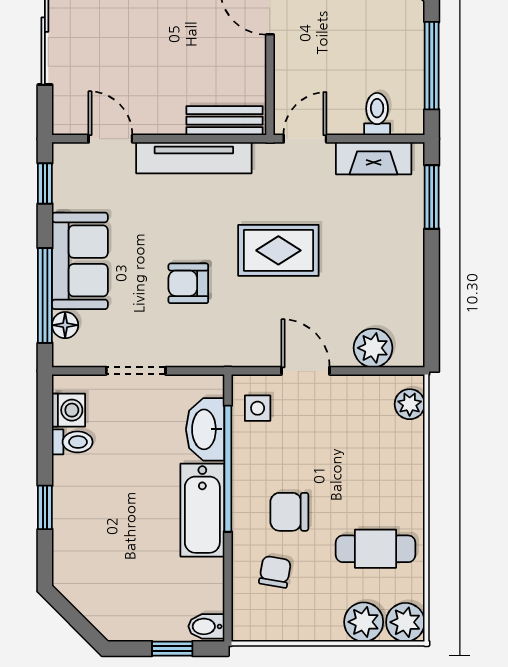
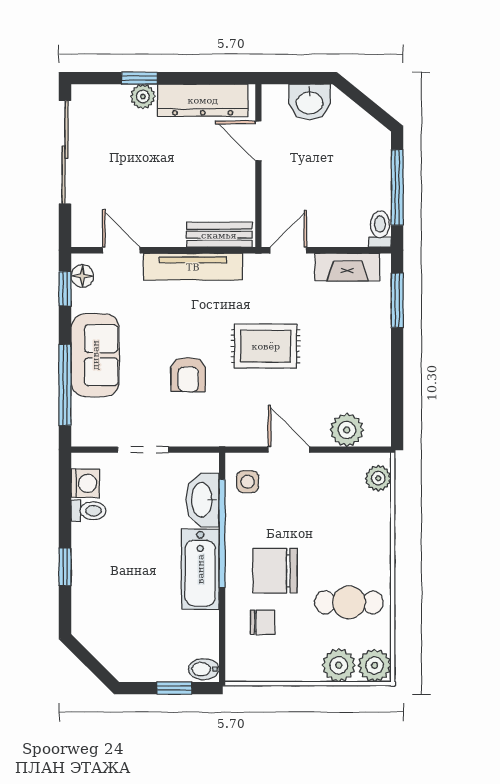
toilet: (377, 114) -> (380, 229), moved
armchair: (188, 283) -> (188, 374), turned -90
floor lamp: (65, 325) -> (82, 276), moved
chair: (289, 512) -> (275, 571), width x1.37, depth x1.37
chair: (275, 572) -> (263, 622), turned 80

